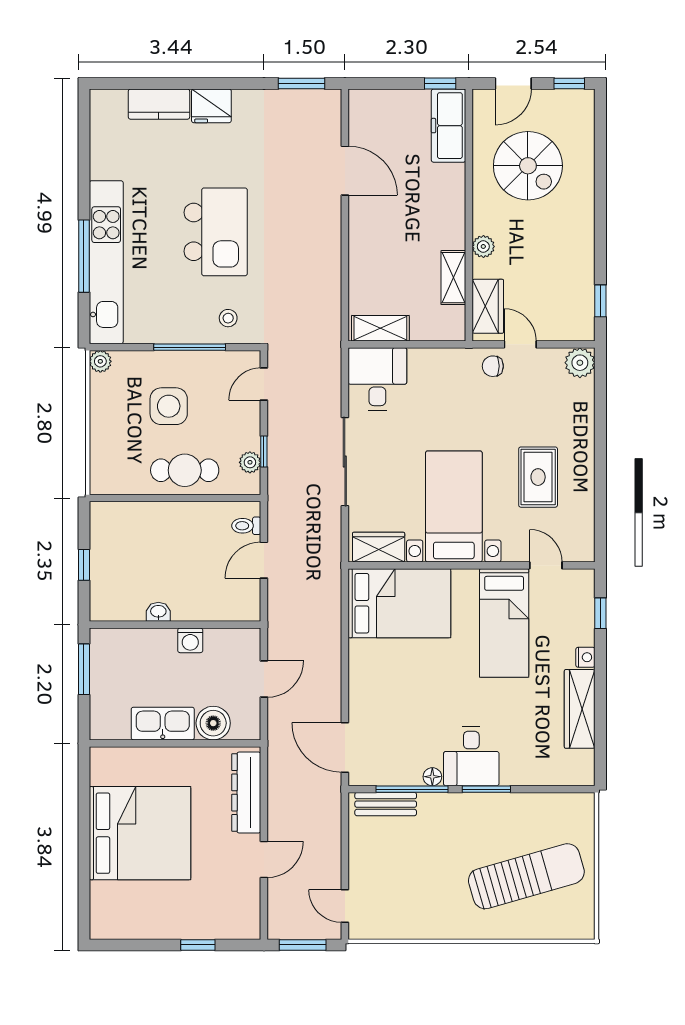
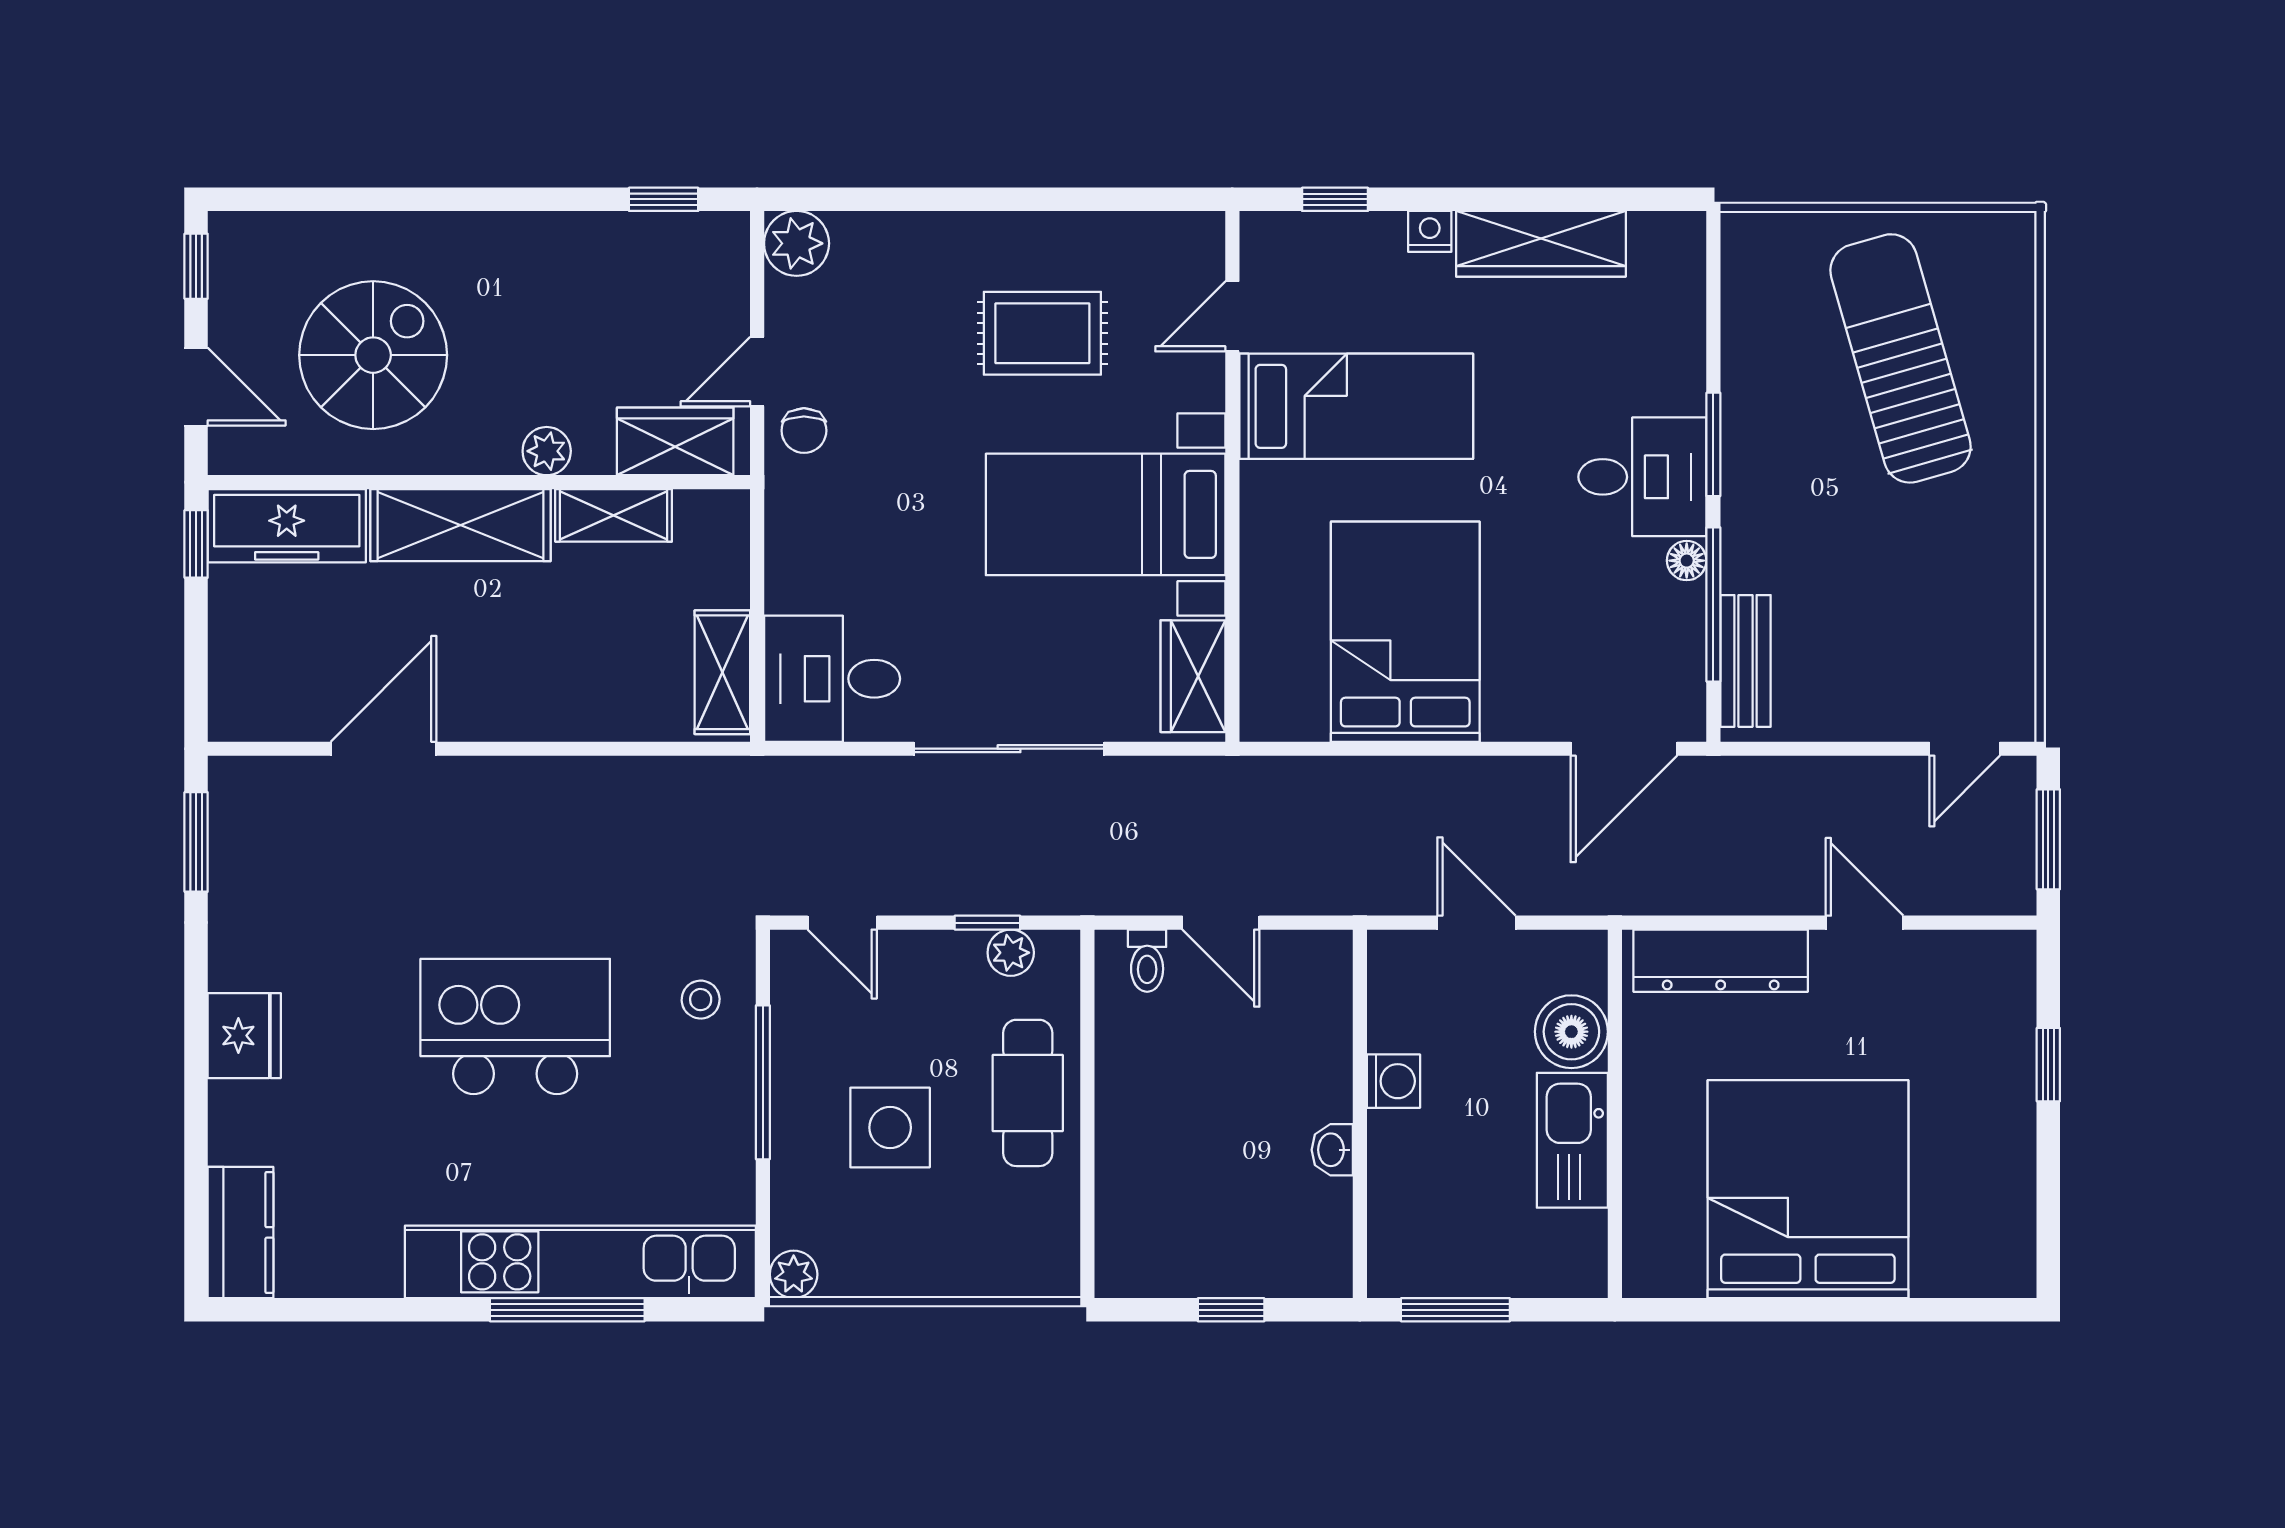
kitchen counter: (159, 104) -> (240, 1232), moved
shelving: (449, 206) -> (460, 525), added
bed: (399, 603) -> (1405, 632), moved

